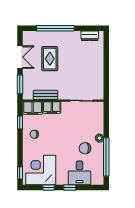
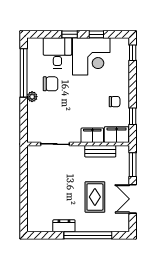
dresser: (90, 36) -> (64, 226), moved
corner desk: (41, 170) -> (91, 56), moved

